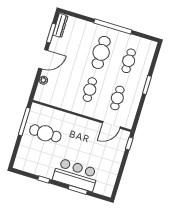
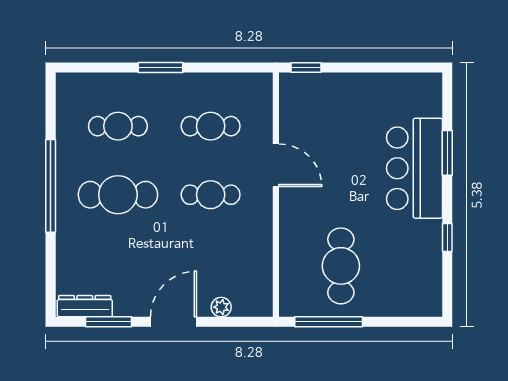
door: (43, 59) -> (174, 322), hinge flipped
door: (111, 125) -> (276, 165), moved

